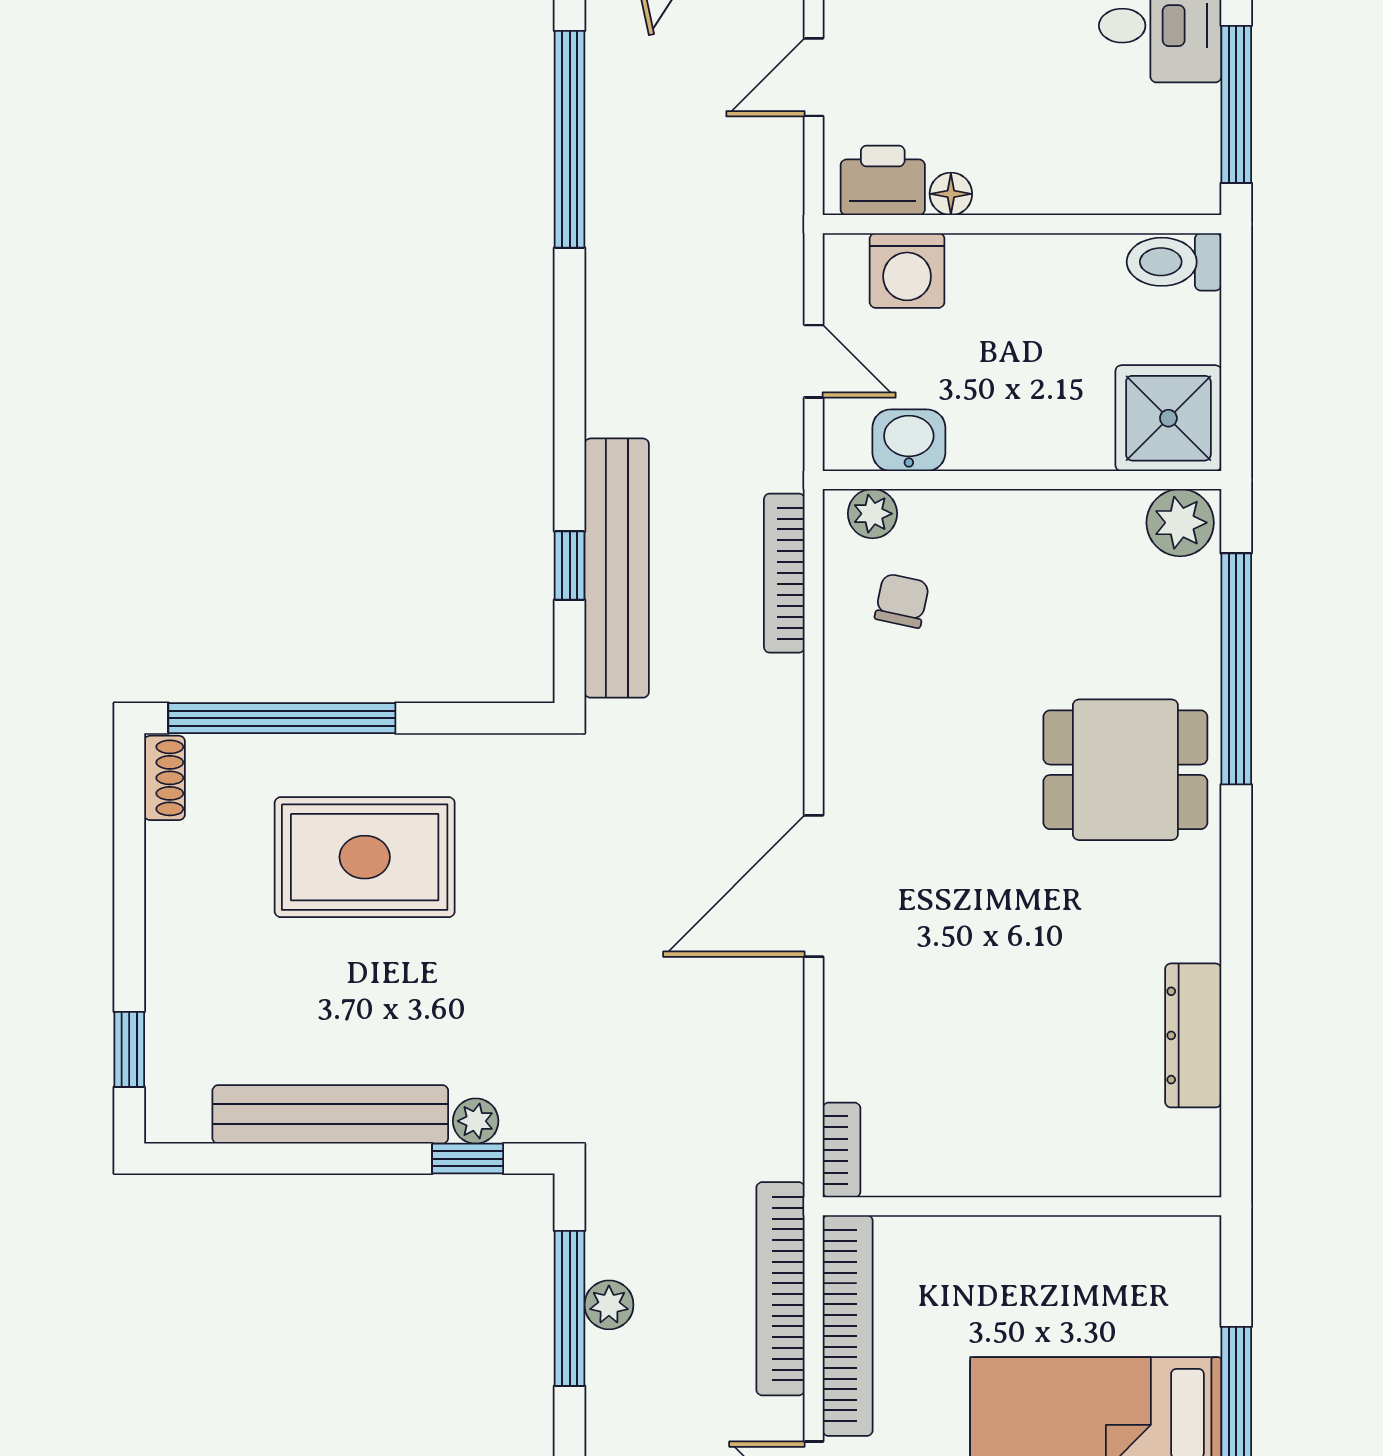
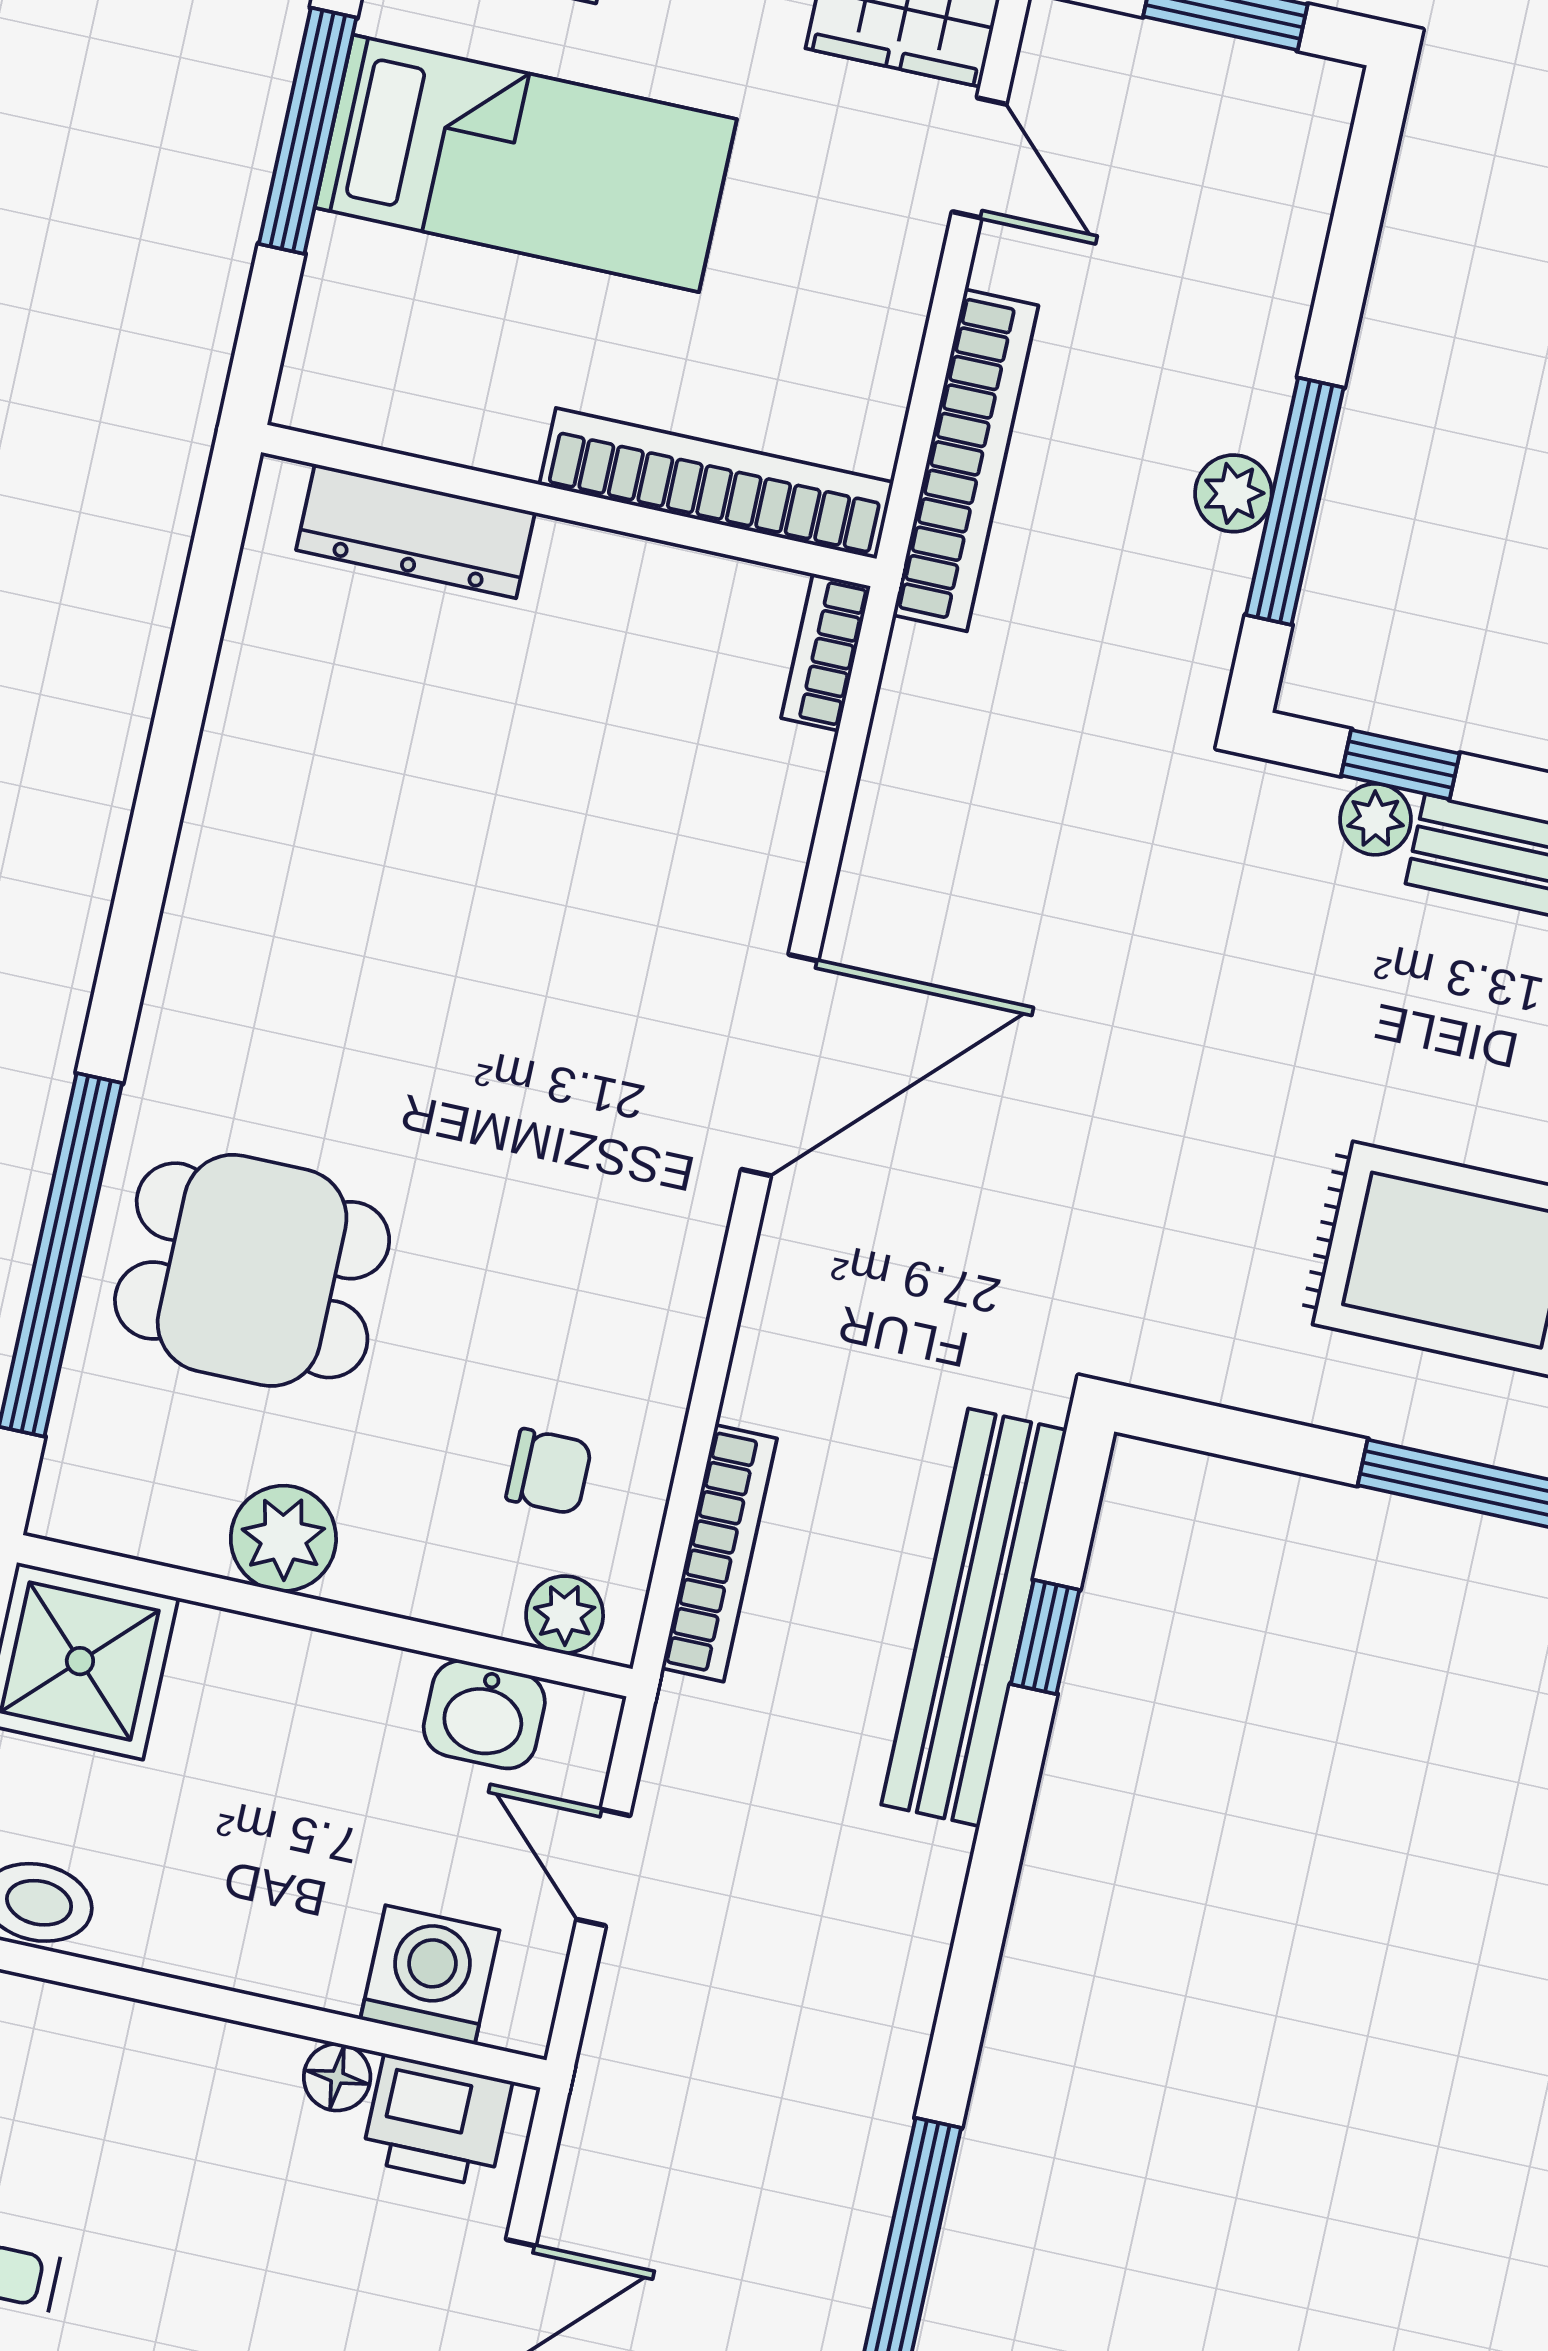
plant: (1180, 523) -> (283, 1538), moved
chair: (902, 601) -> (549, 1472), turned -102
dining table: (1125, 770) -> (252, 1270), moved
dresser: (1193, 1035) -> (415, 531), moved, turned 90
bookcase: (848, 1326) -> (716, 483), moved, turned 90

